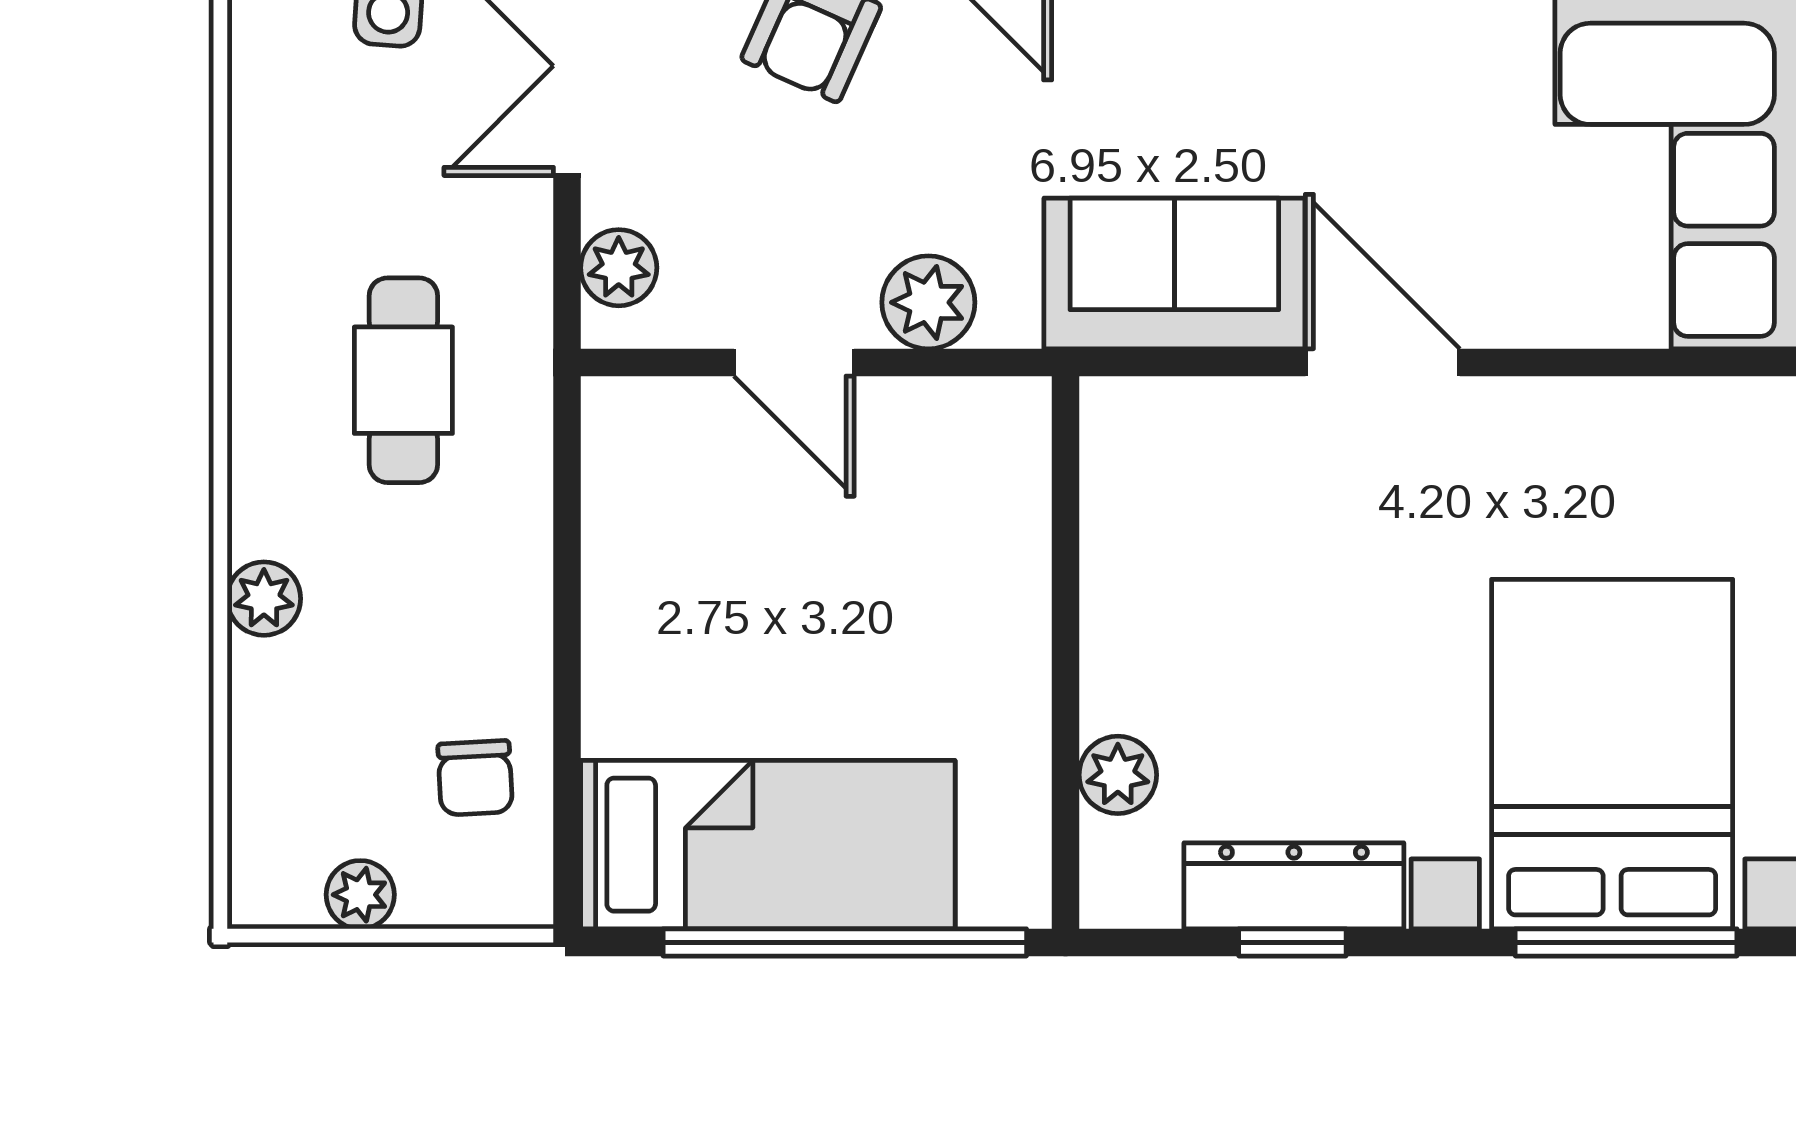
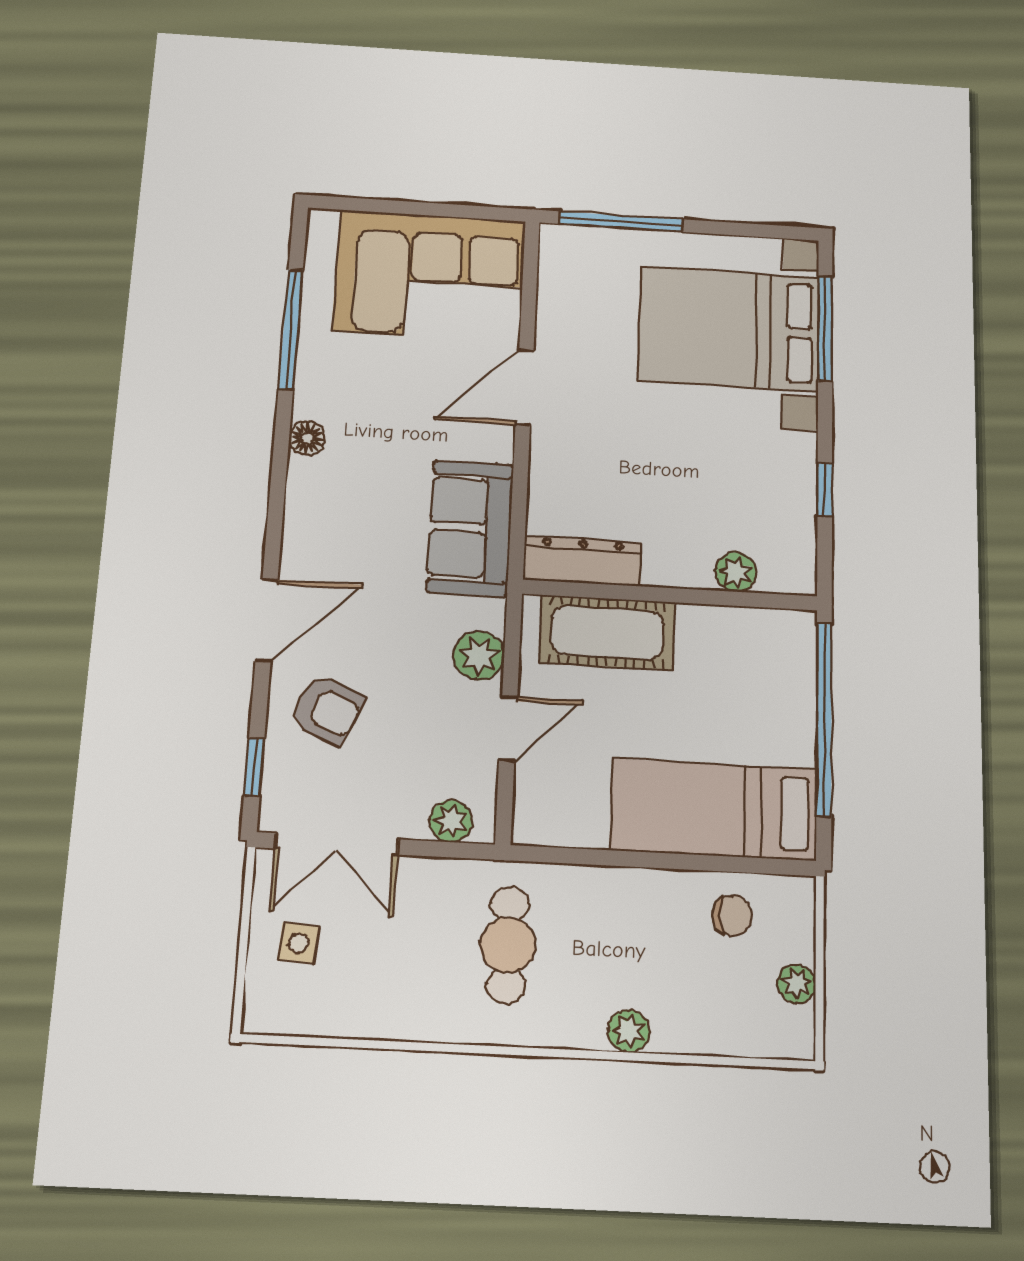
door: (1383, 362) -> (525, 388), moved
cafe table: (403, 380) -> (508, 945), turned 90
cot: (986, 537) -> (607, 632), added
bed: (768, 845) -> (714, 810), moved, turned -90
dresser: (1294, 886) -> (582, 561), moved, turned 90

